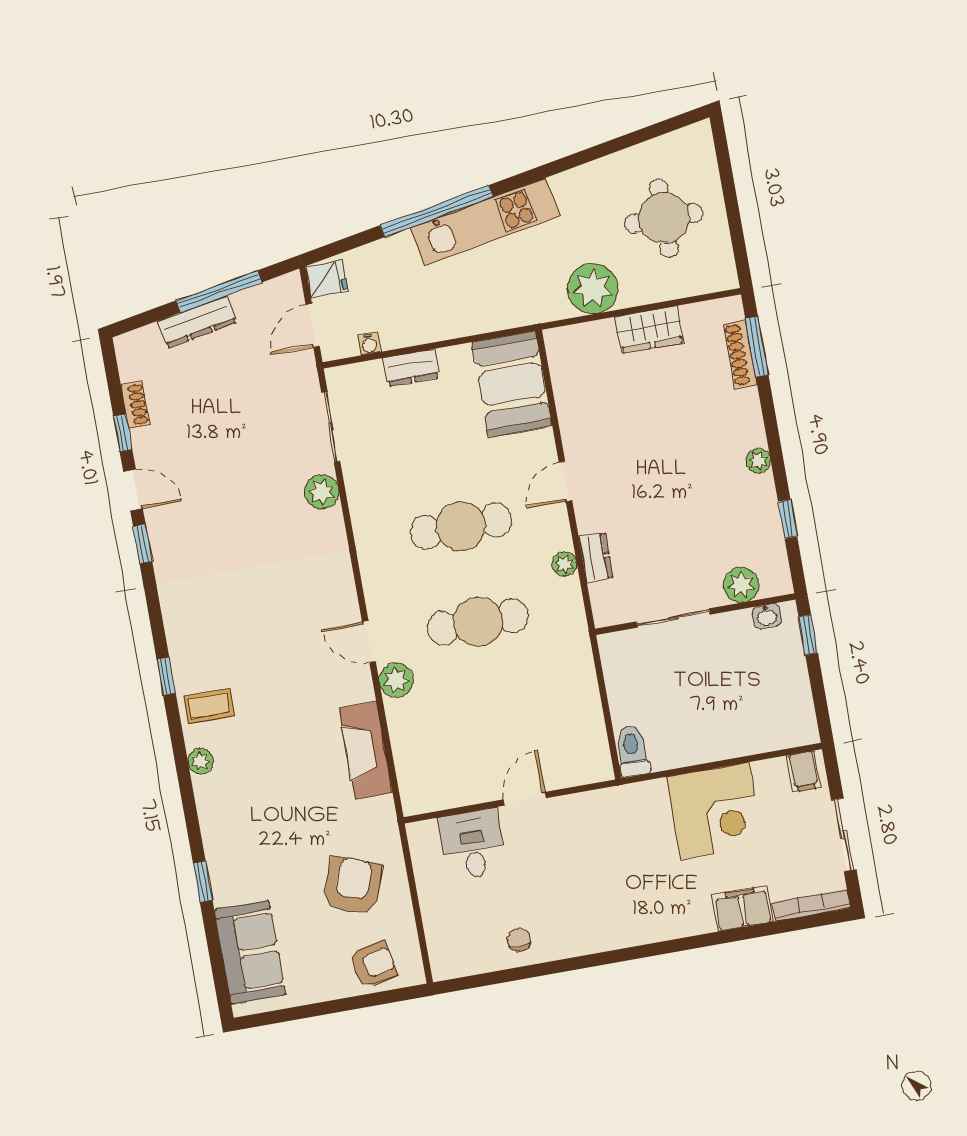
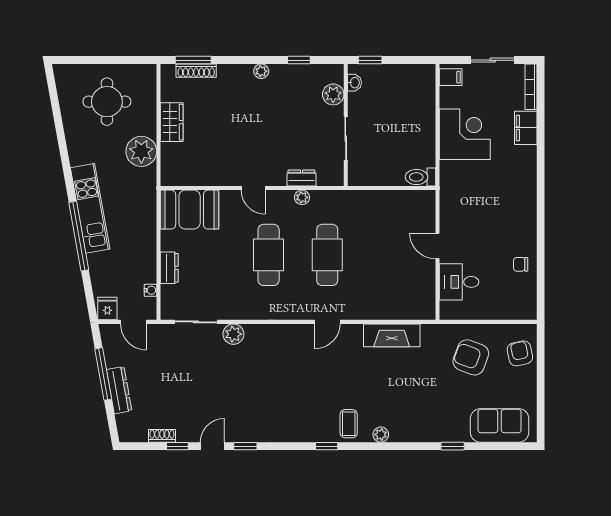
plant: (396, 680) -> (353, 310), removed

